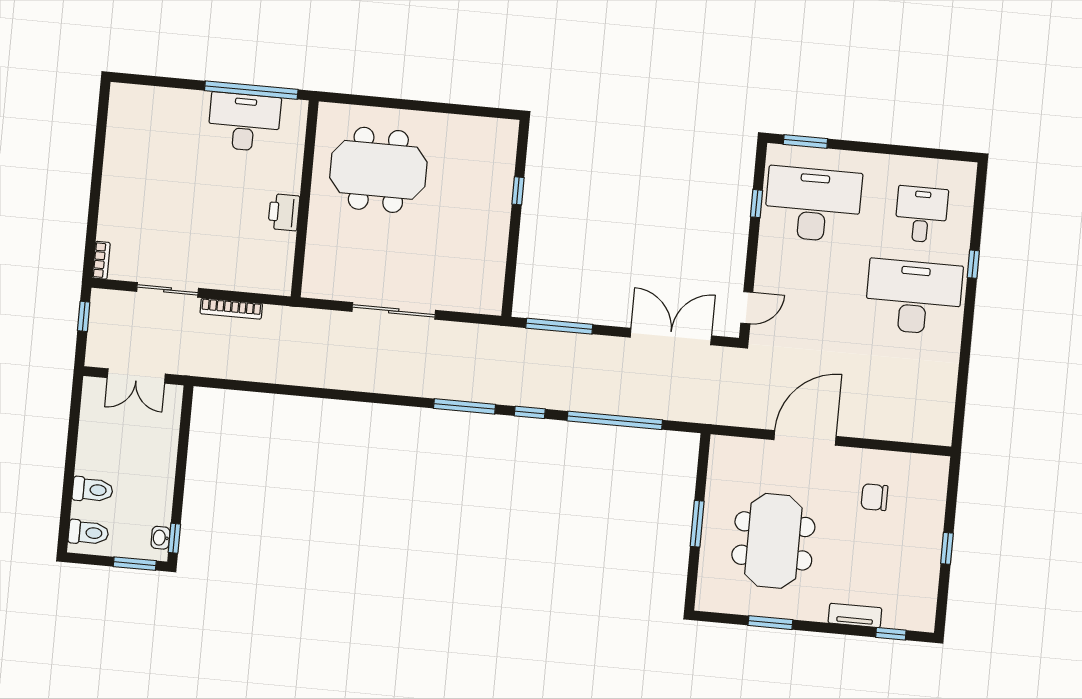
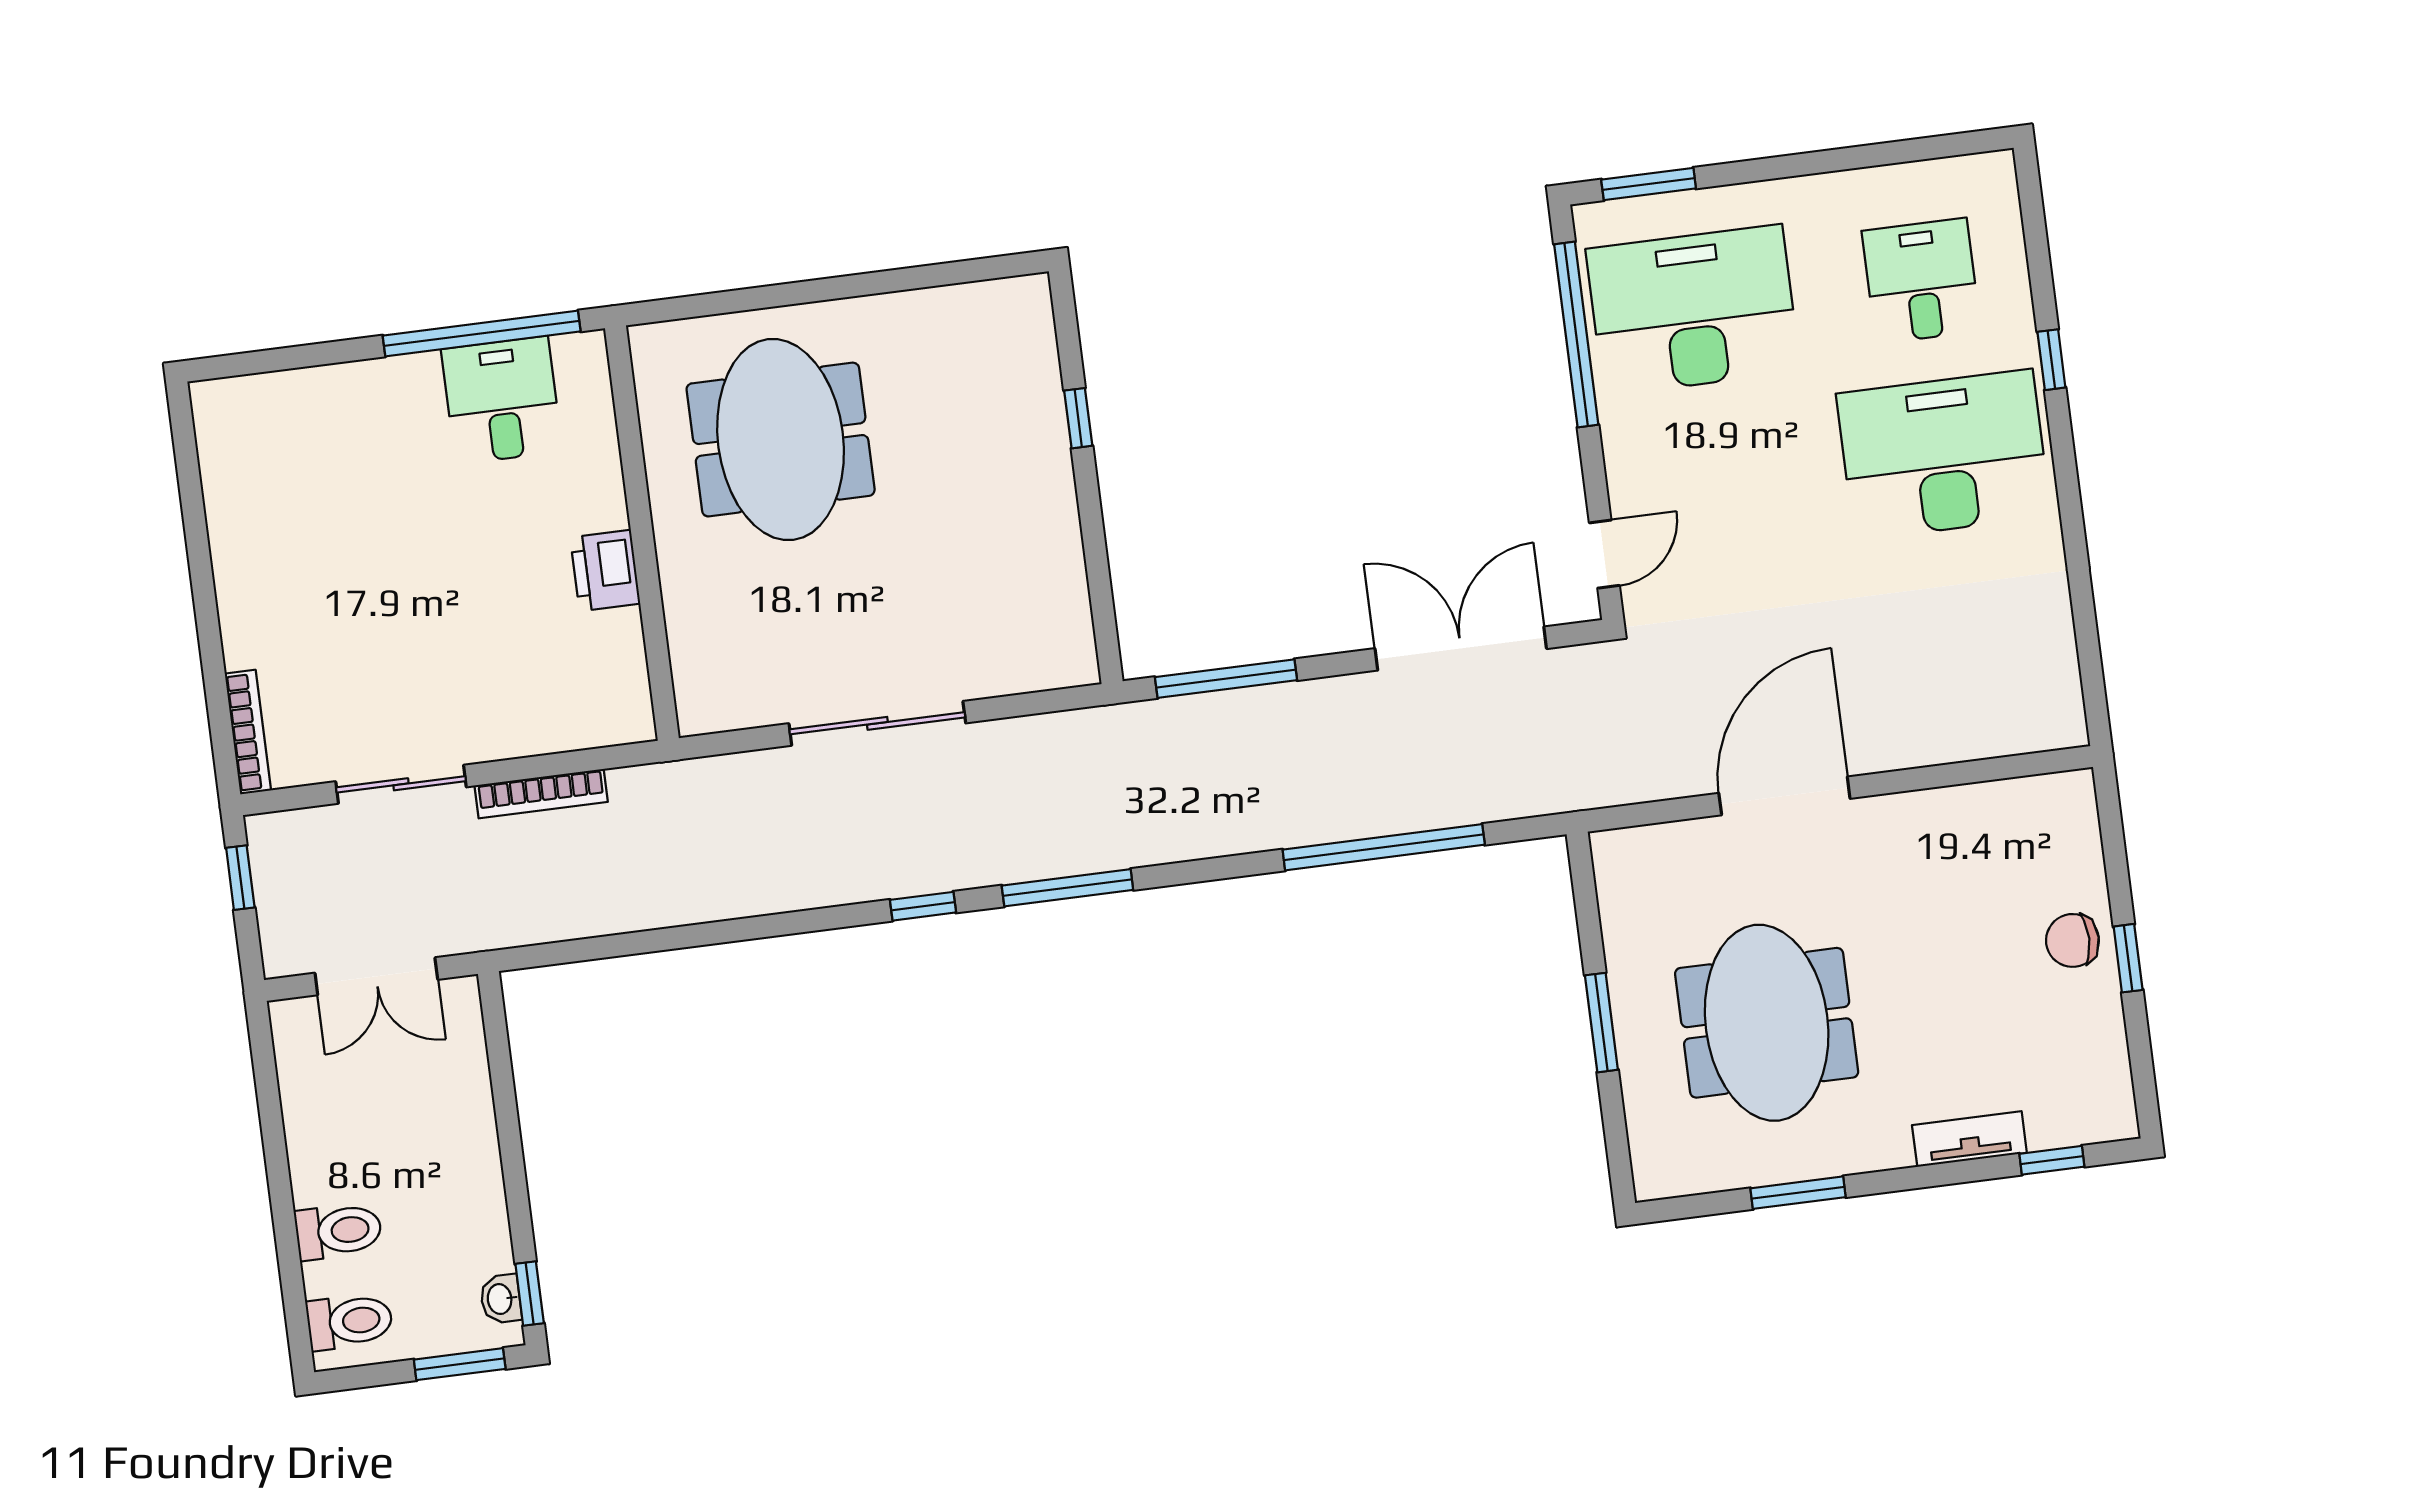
desk: (244, 122) -> (502, 400), width x0.73
meeting table: (378, 170) -> (781, 440), turned 90
window: (756, 204) -> (1576, 335), width x3.17
bookcase: (101, 260) -> (248, 732), width x1.56
window: (530, 412) -> (923, 906), moved
chair: (874, 497) -> (2072, 940), moved

